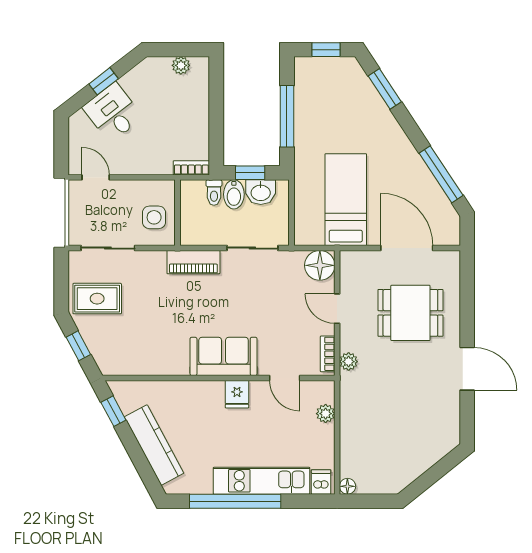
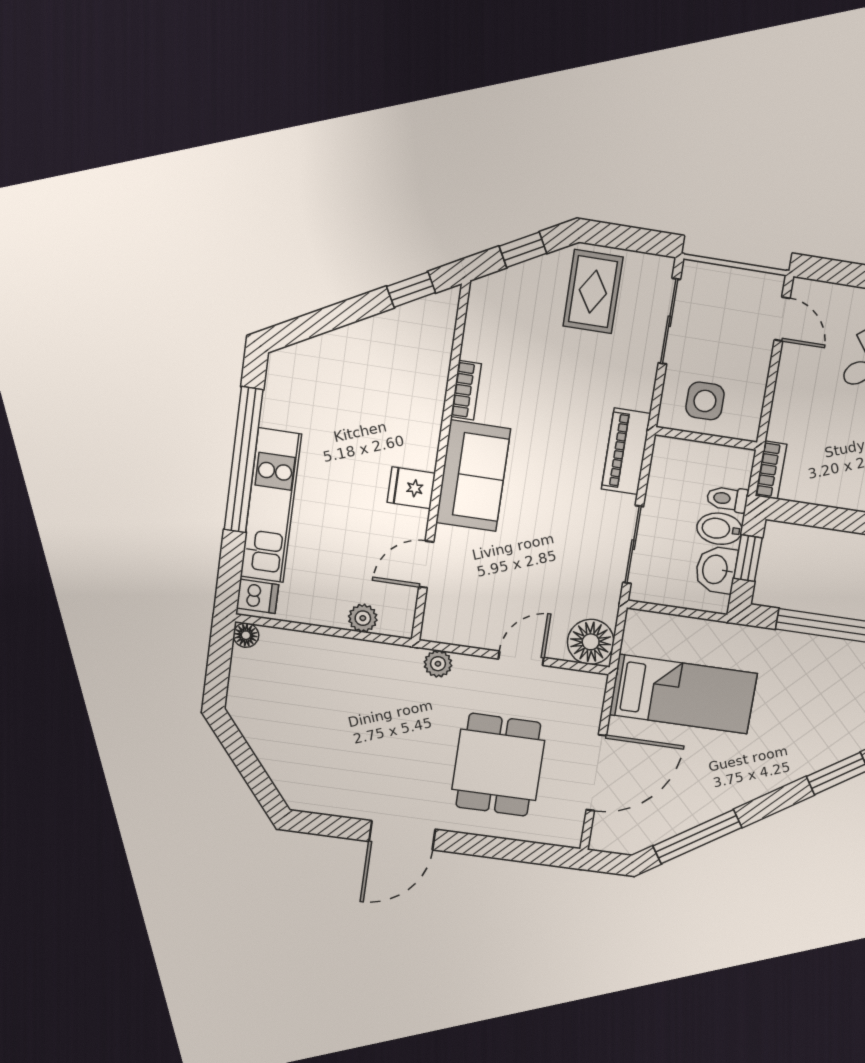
door: (96, 177) -> (782, 319), hinge flipped
bookcase: (328, 354) -> (466, 390), moved, turned 90
kitchen counter: (154, 445) -> (349, 346), removed

